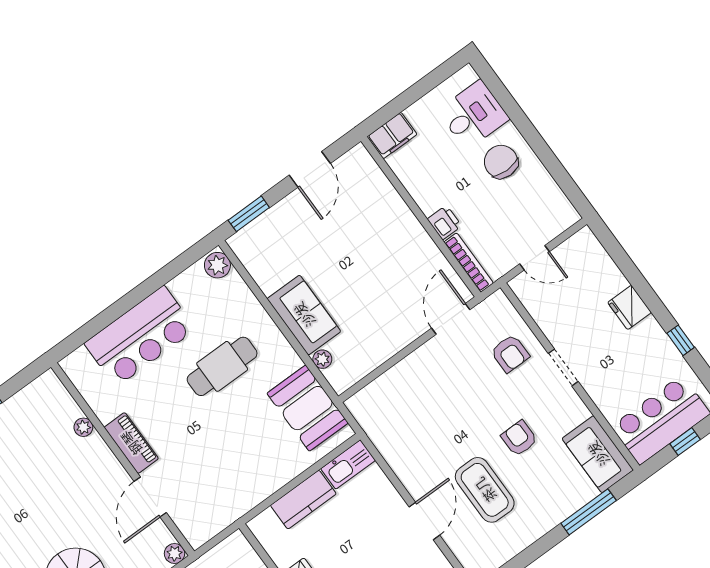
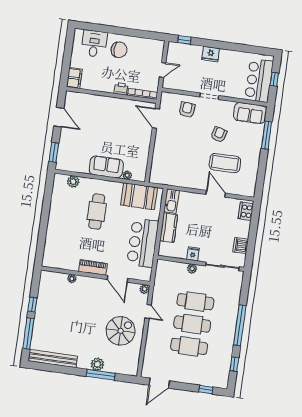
chair: (501, 162) -> (119, 50), turned 180
plant: (217, 265) -> (73, 182), moved
bar counter: (140, 336) -> (143, 243), moved, turned 180
window: (681, 340) -> (184, 40), moved
armchair: (510, 353) -> (187, 110), turned -85
armchair: (519, 438) -> (219, 134), turned 106

